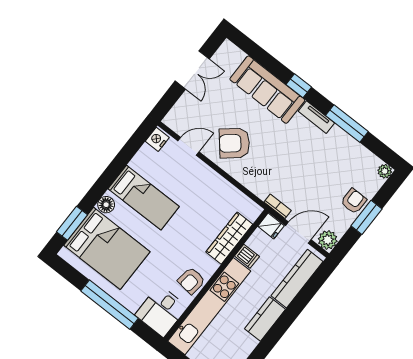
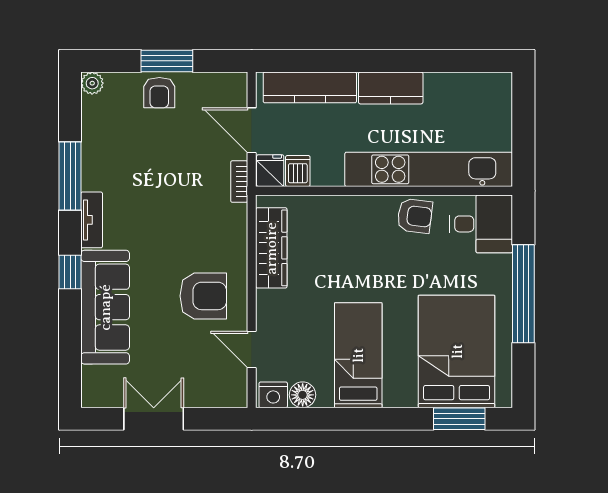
armchair: (234, 143) -> (203, 296), turned -50
armchair: (354, 201) -> (159, 93), turned -90
floor lamp: (106, 205) -> (303, 395), moved
wardrobe: (229, 238) -> (271, 248), moved, turned -90
plant: (328, 240) -> (232, 87), removed
dishwasher: (247, 256) -> (298, 171), moved

